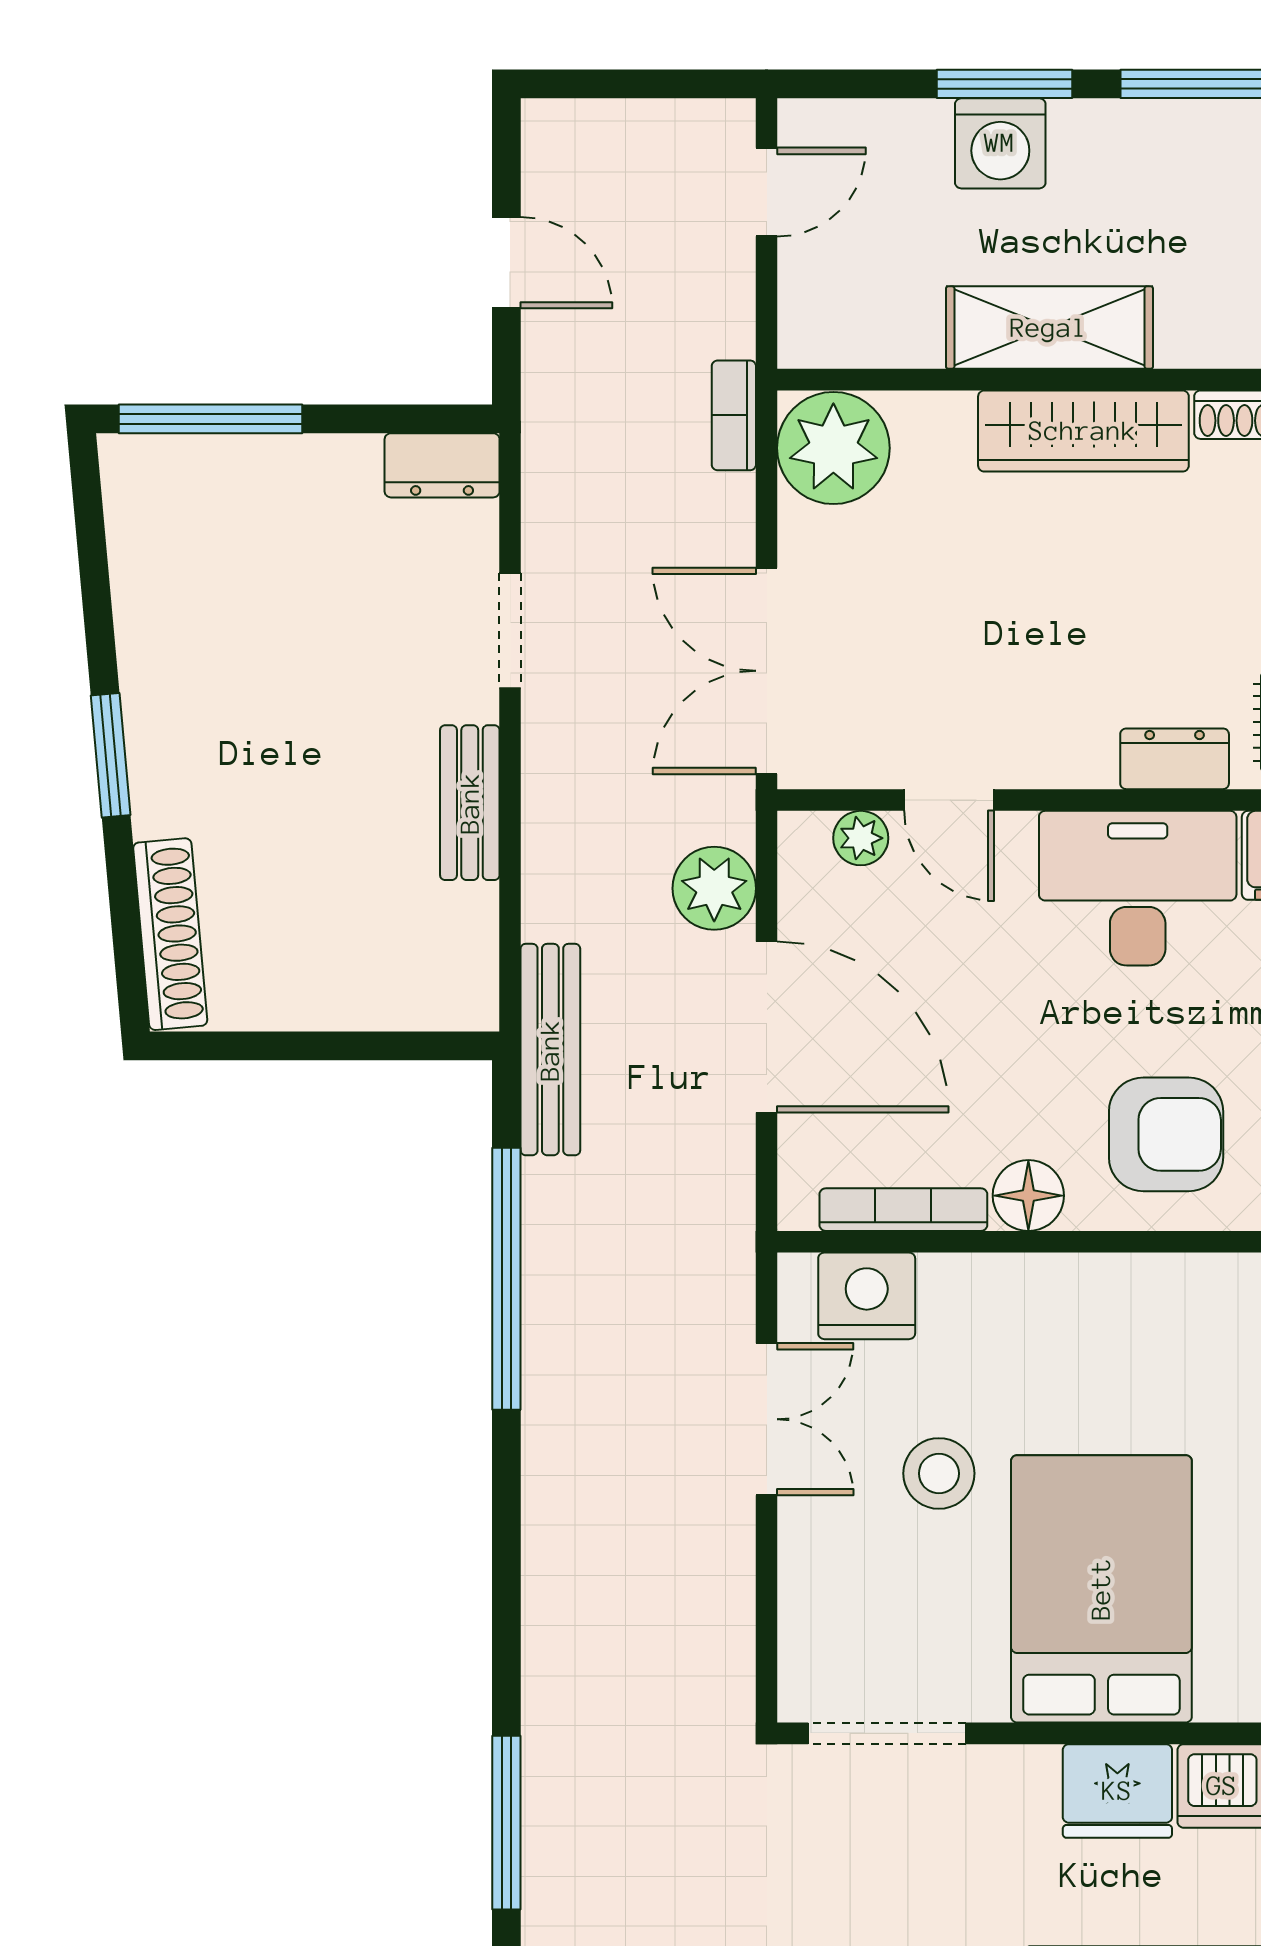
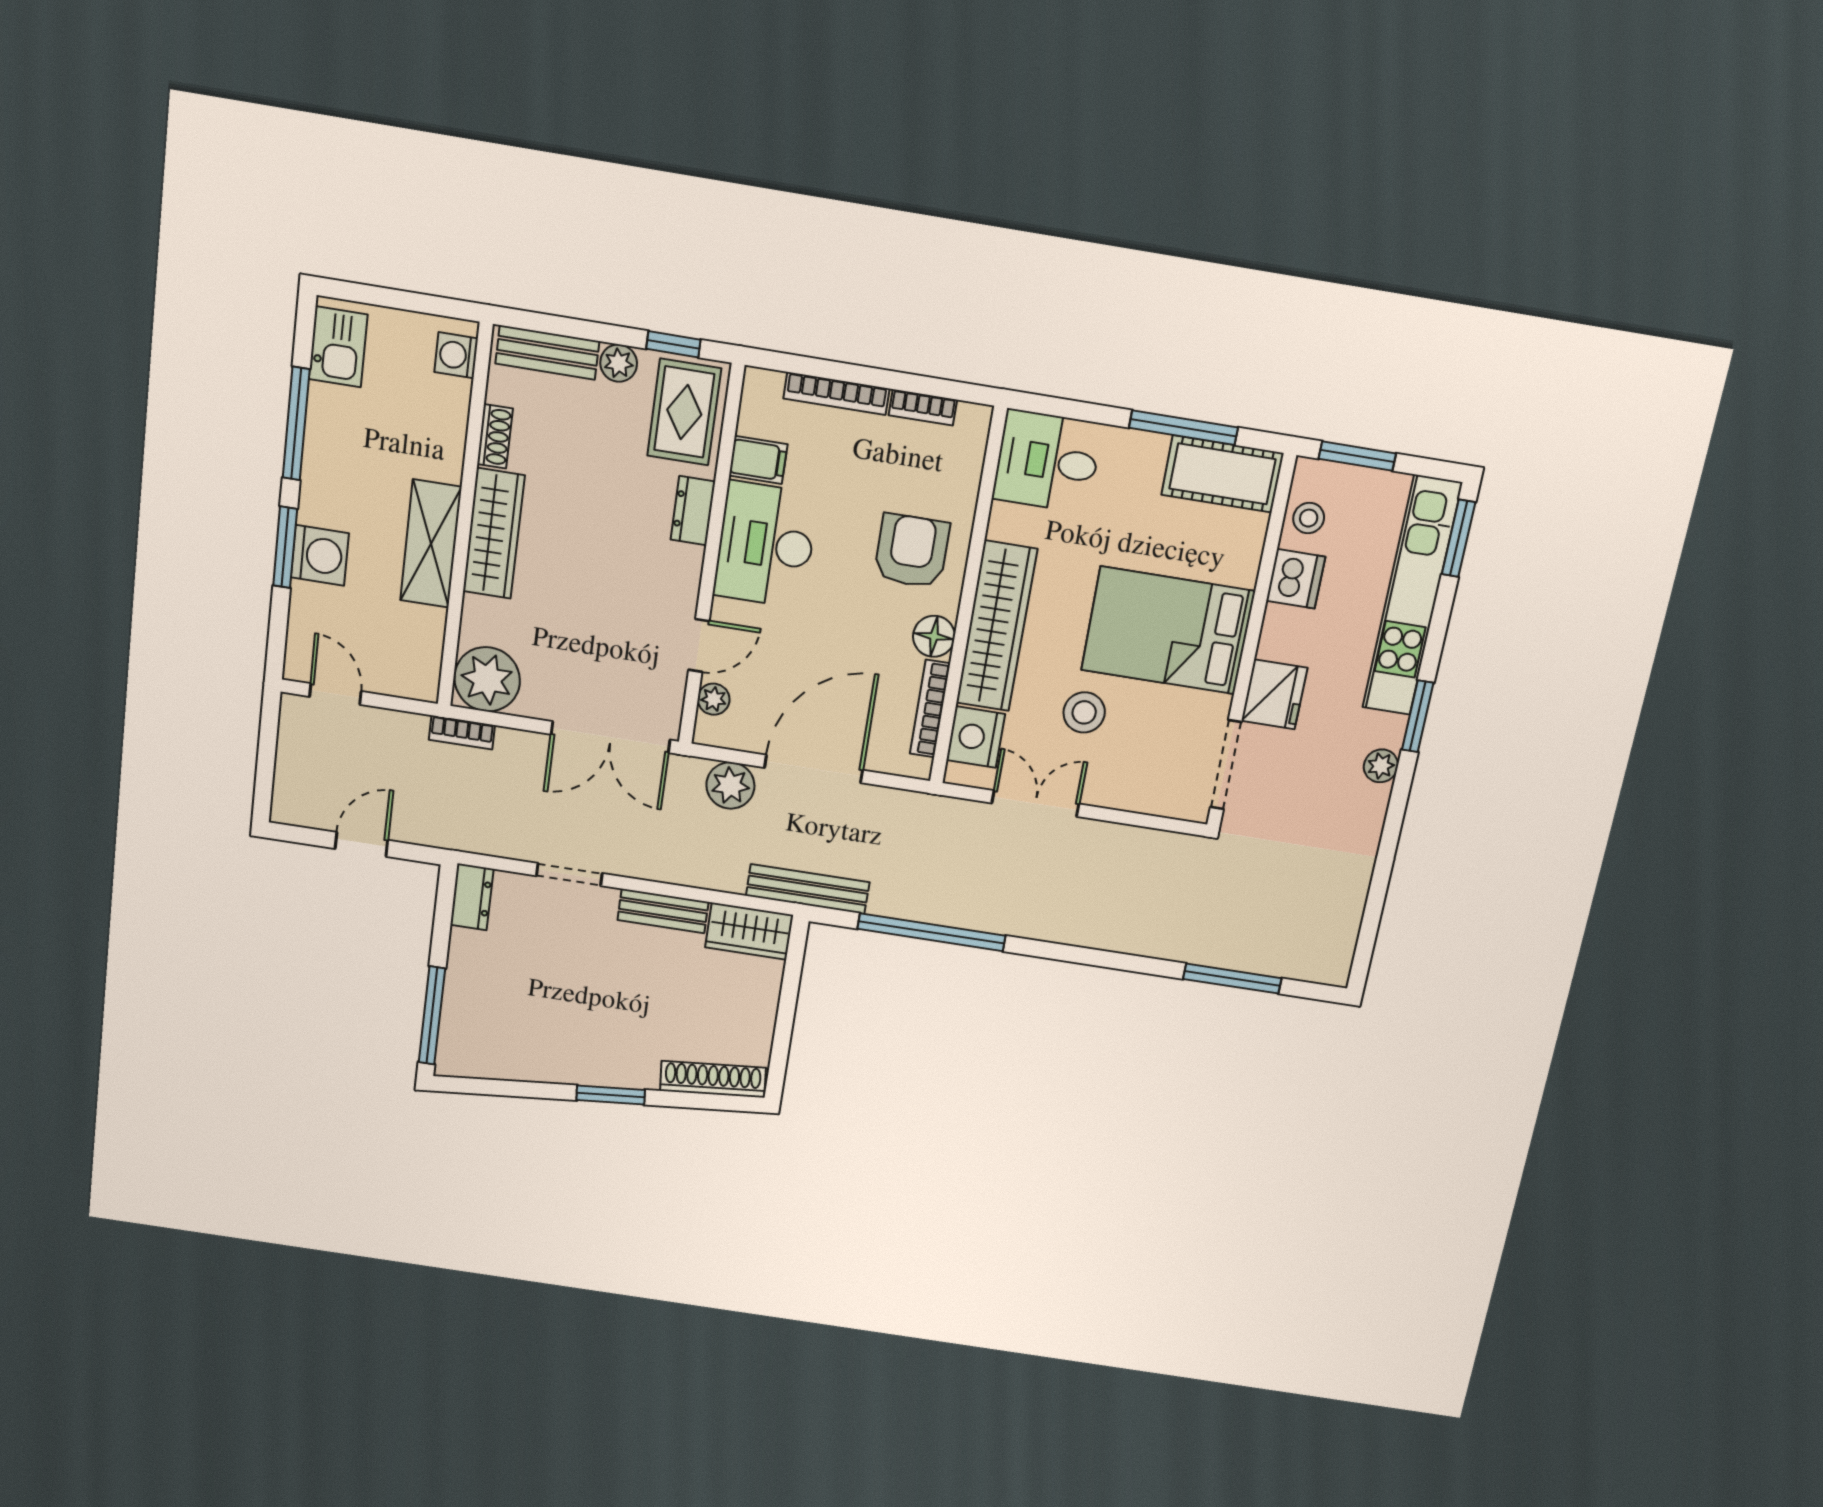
wardrobe: (457, 959) -> (749, 931), added
wardrobe: (1062, 1298) -> (997, 626), added
fridge: (1117, 1791) -> (1274, 694), moved

